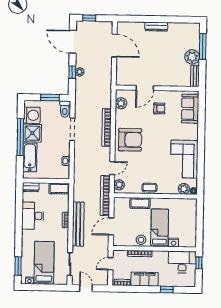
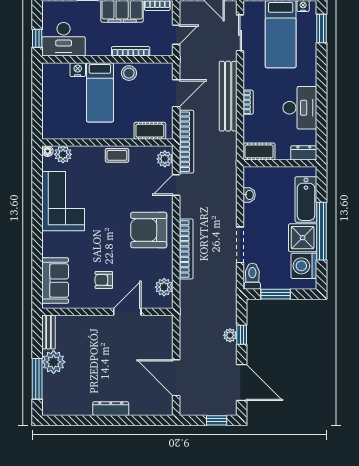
cot: (140, 203) -> (150, 131), moved

